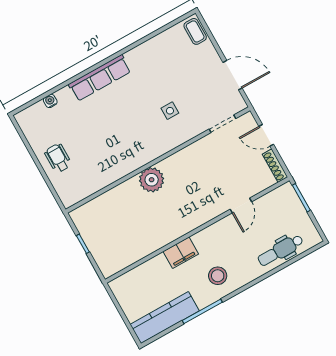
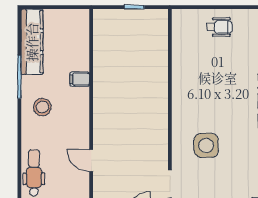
side table: (170, 111) -> (206, 145), width x1.87, depth x1.87
plant: (152, 180) -> (156, 97), removed
filing cabinet: (181, 253) -> (80, 79), width x0.50

